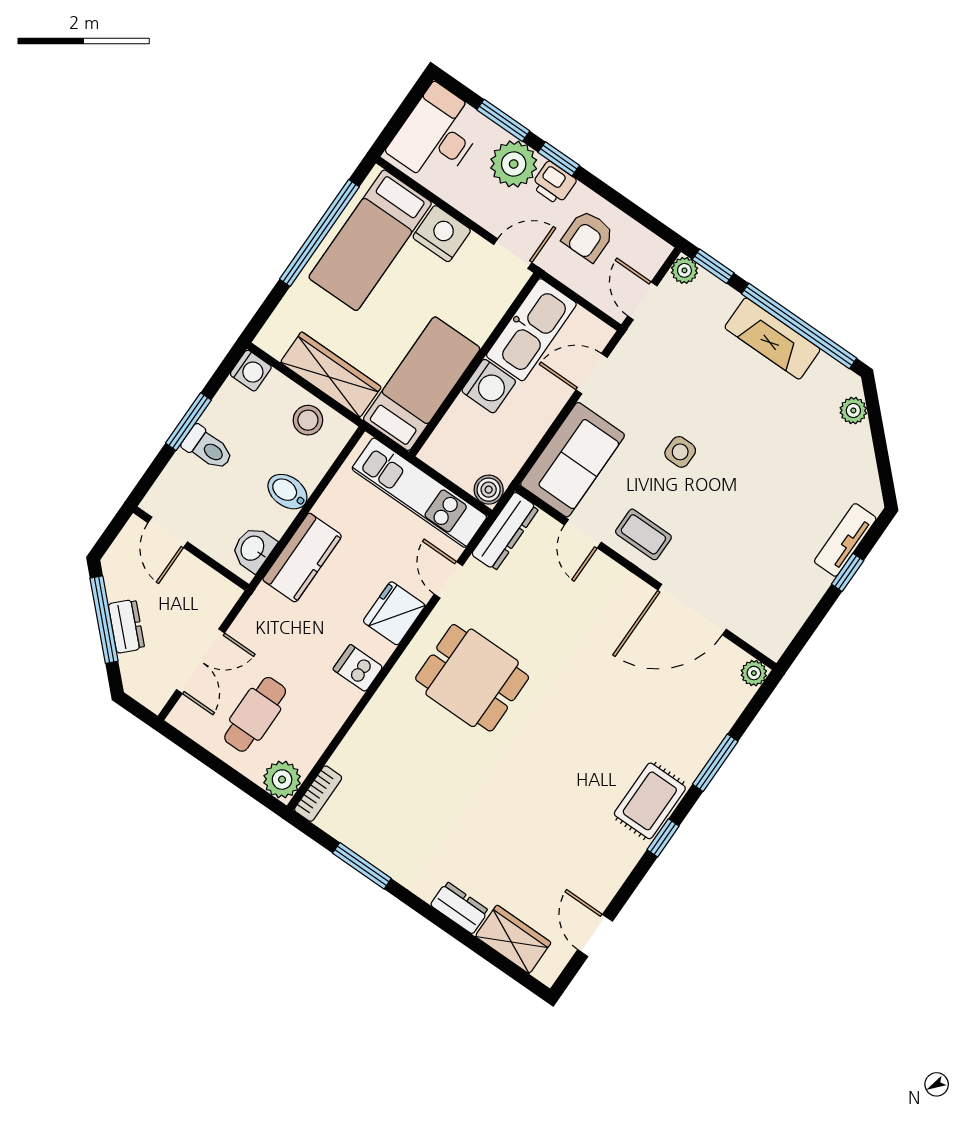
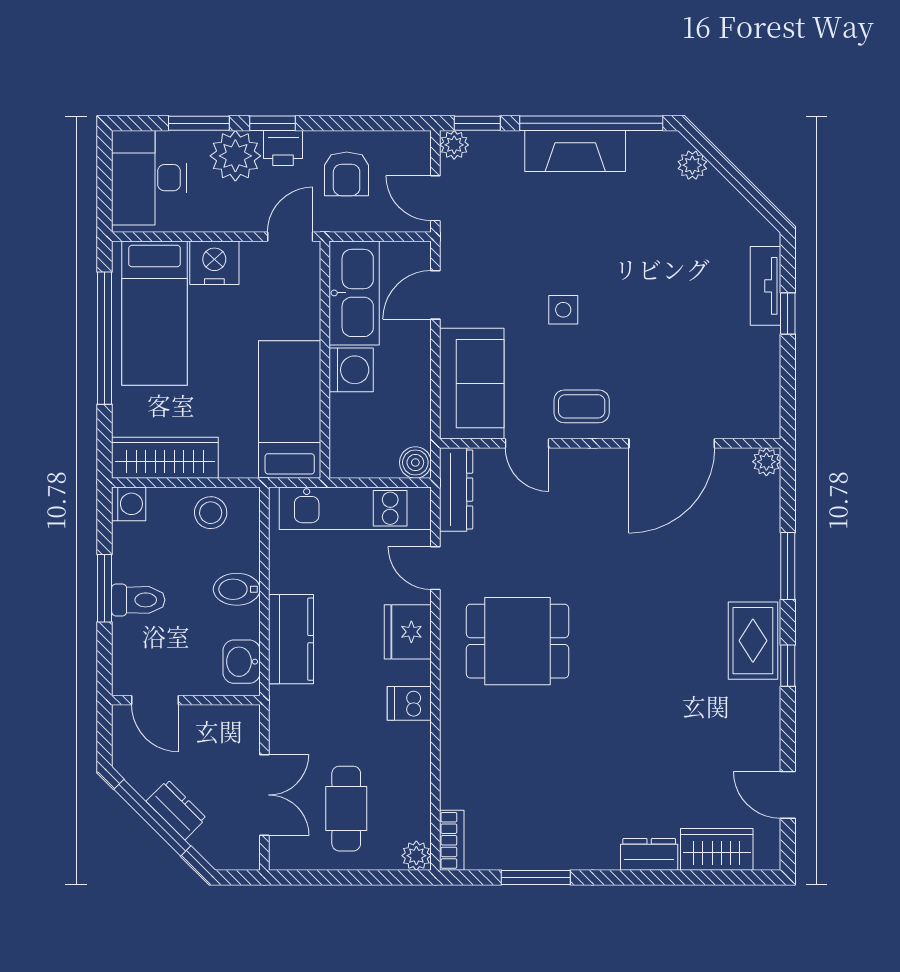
wardrobe: (331, 375) -> (165, 458), moved
plant: (282, 780) -> (416, 856), width x0.73, depth x0.73

